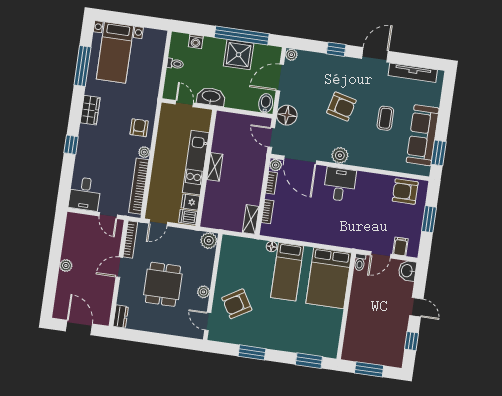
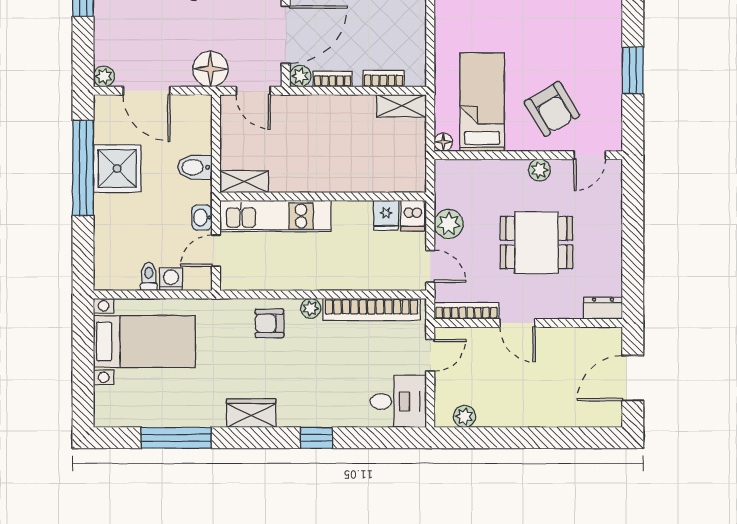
washing machine: (196, 41) -> (171, 279), moved, turned -90
bed with nightstands: (115, 53) -> (144, 342), moved
washbasin: (211, 97) -> (202, 217), width x0.52, depth x0.69
bidet: (266, 103) -> (195, 167), moved
door: (271, 137) -> (253, 91), hinge flipped
kitchen unit: (196, 163) -> (275, 216), moved
shelving: (215, 167) -> (244, 182), moved
plant: (209, 241) -> (449, 224), moved
floor lamp: (272, 247) -> (443, 142), moved
plant: (66, 266) -> (464, 416), moved
bed: (287, 272) -> (482, 102), moved, turned -90

